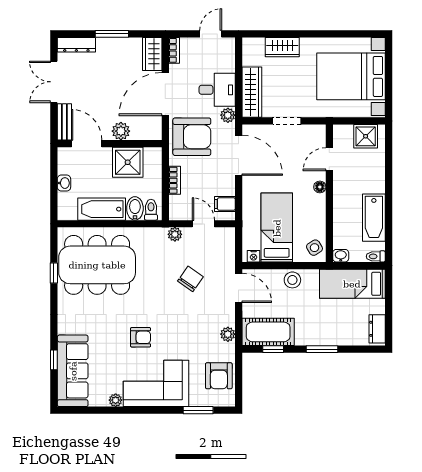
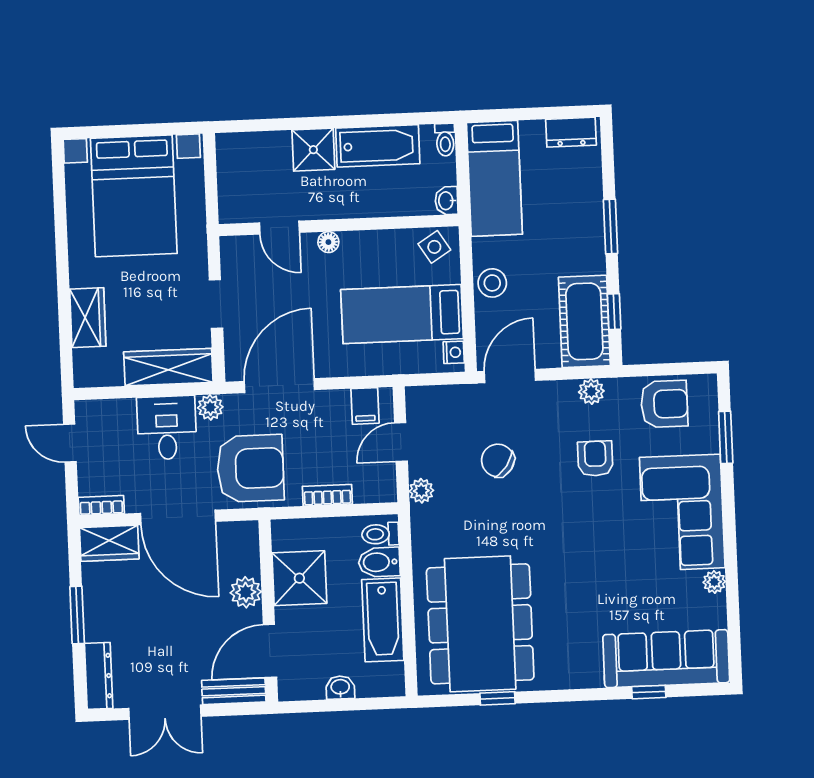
shower: (366, 136) -> (313, 150), moved
armchair: (192, 137) -> (250, 468), turned 90
armchair: (141, 337) -> (595, 459), moved

